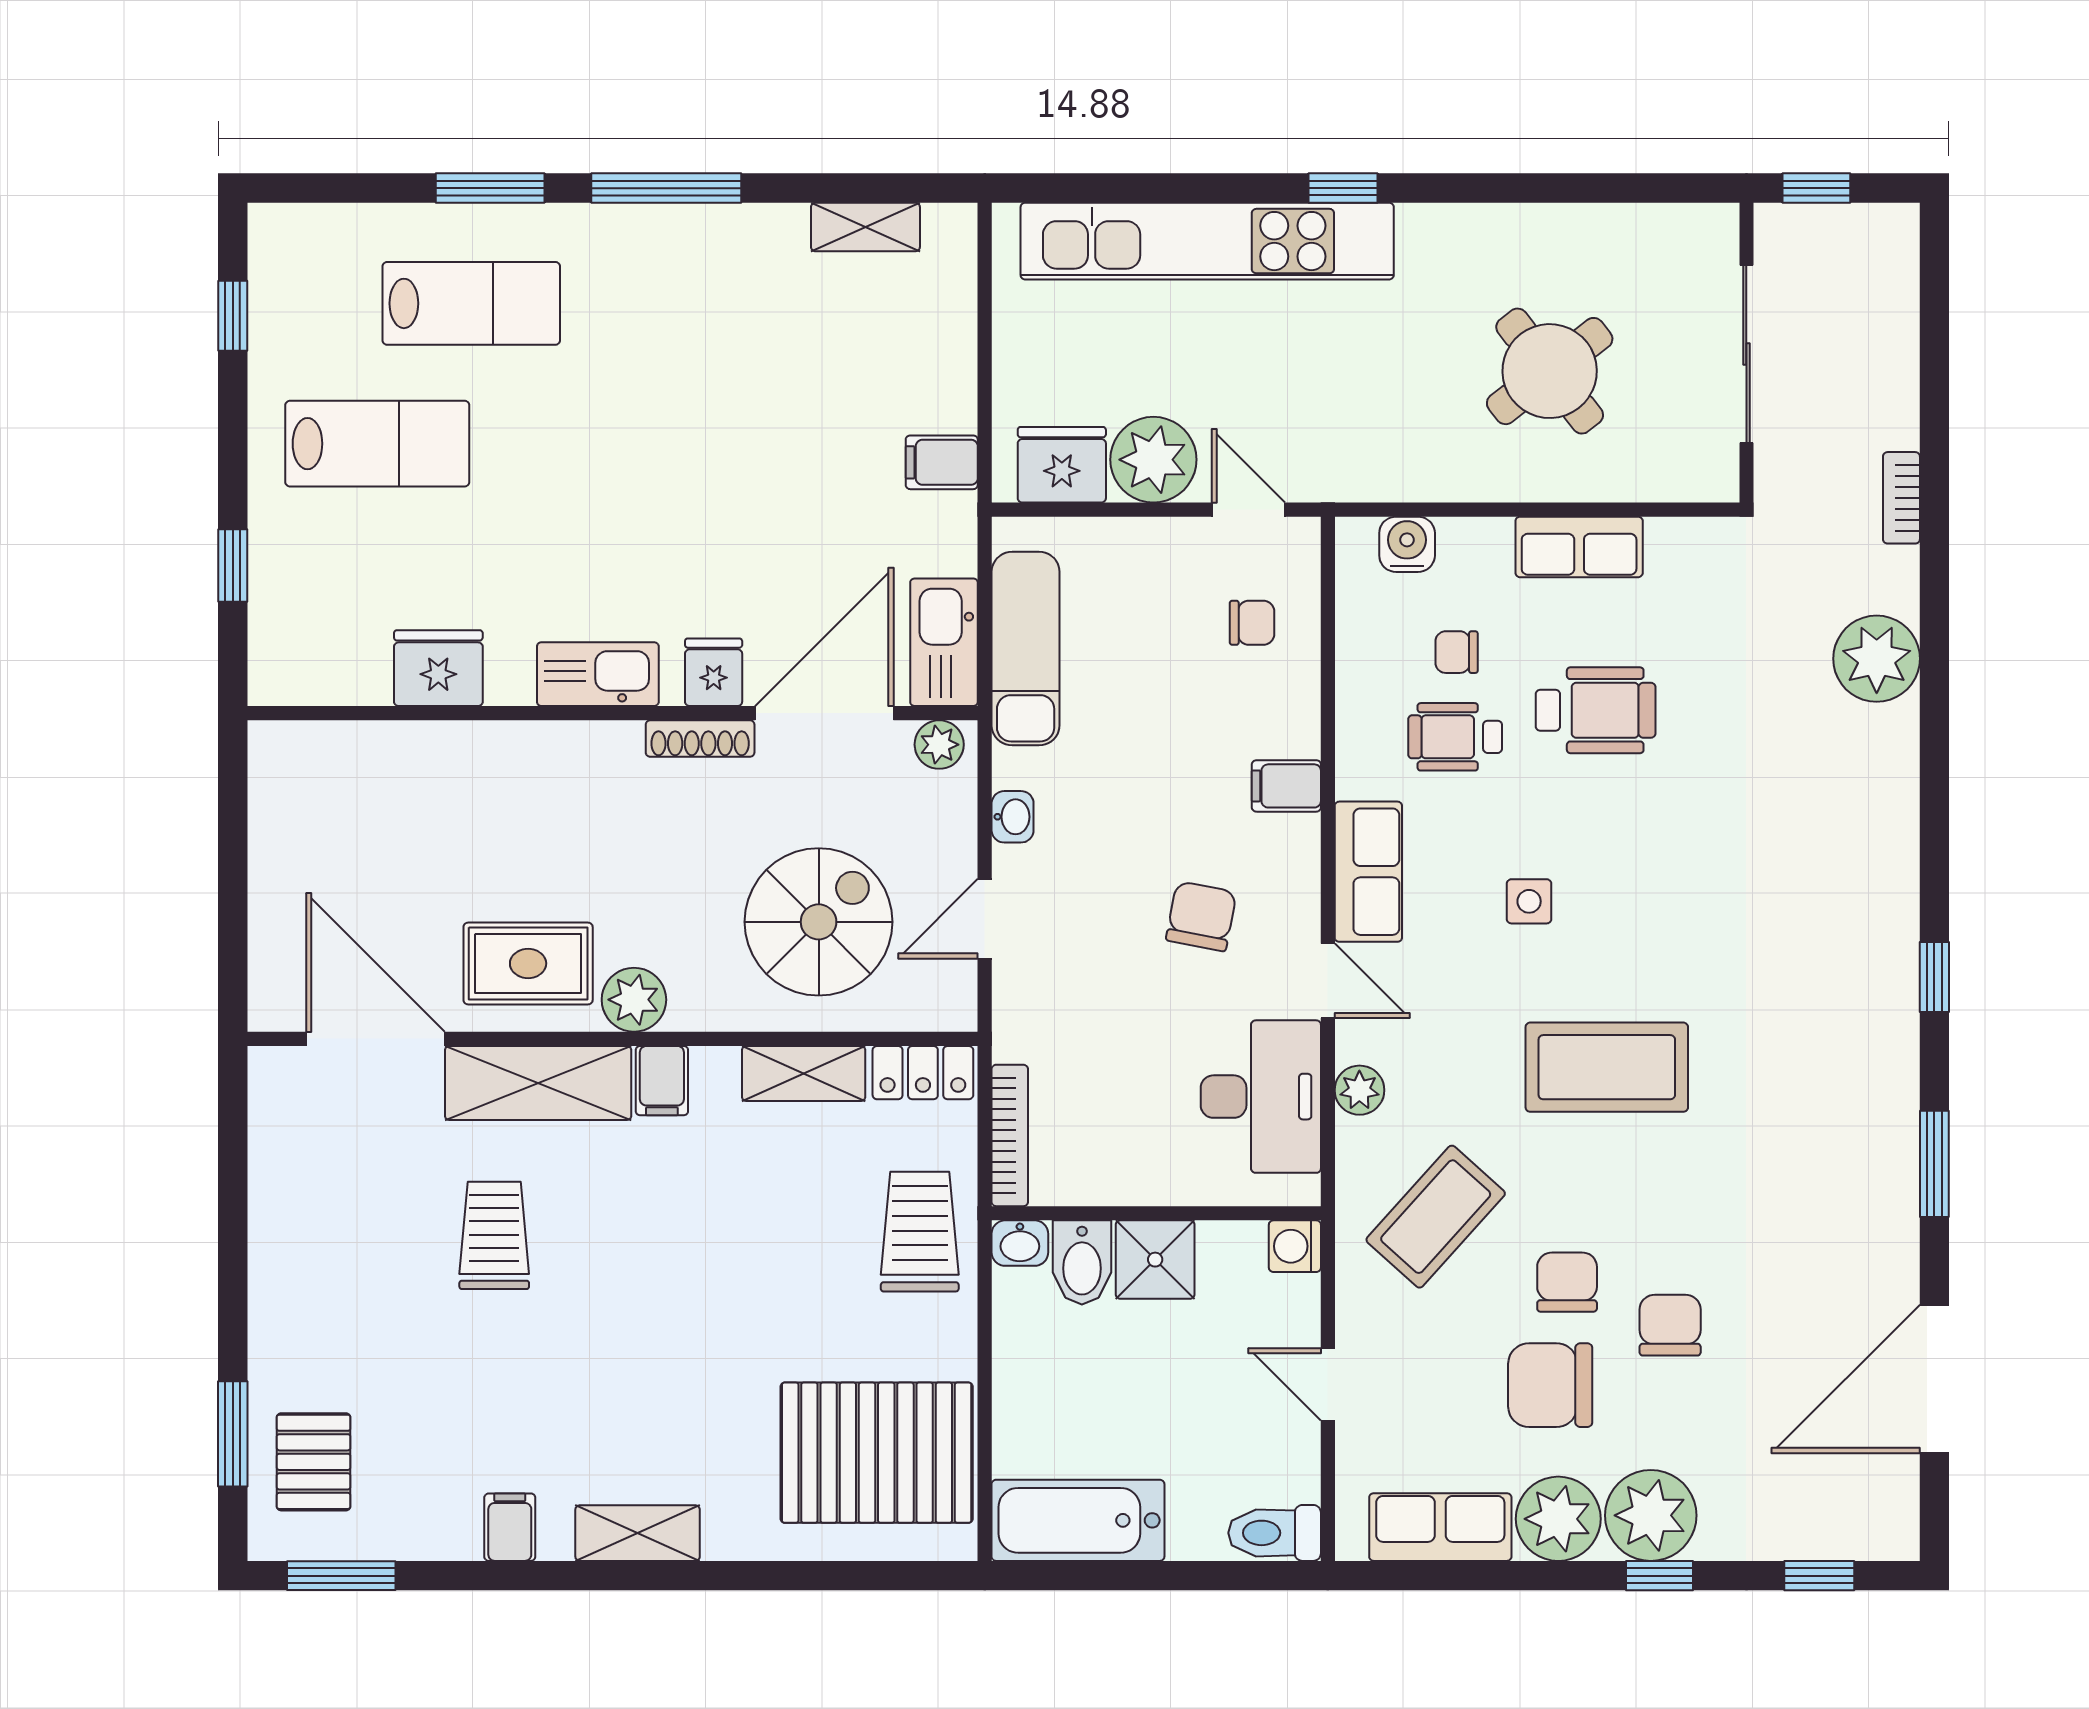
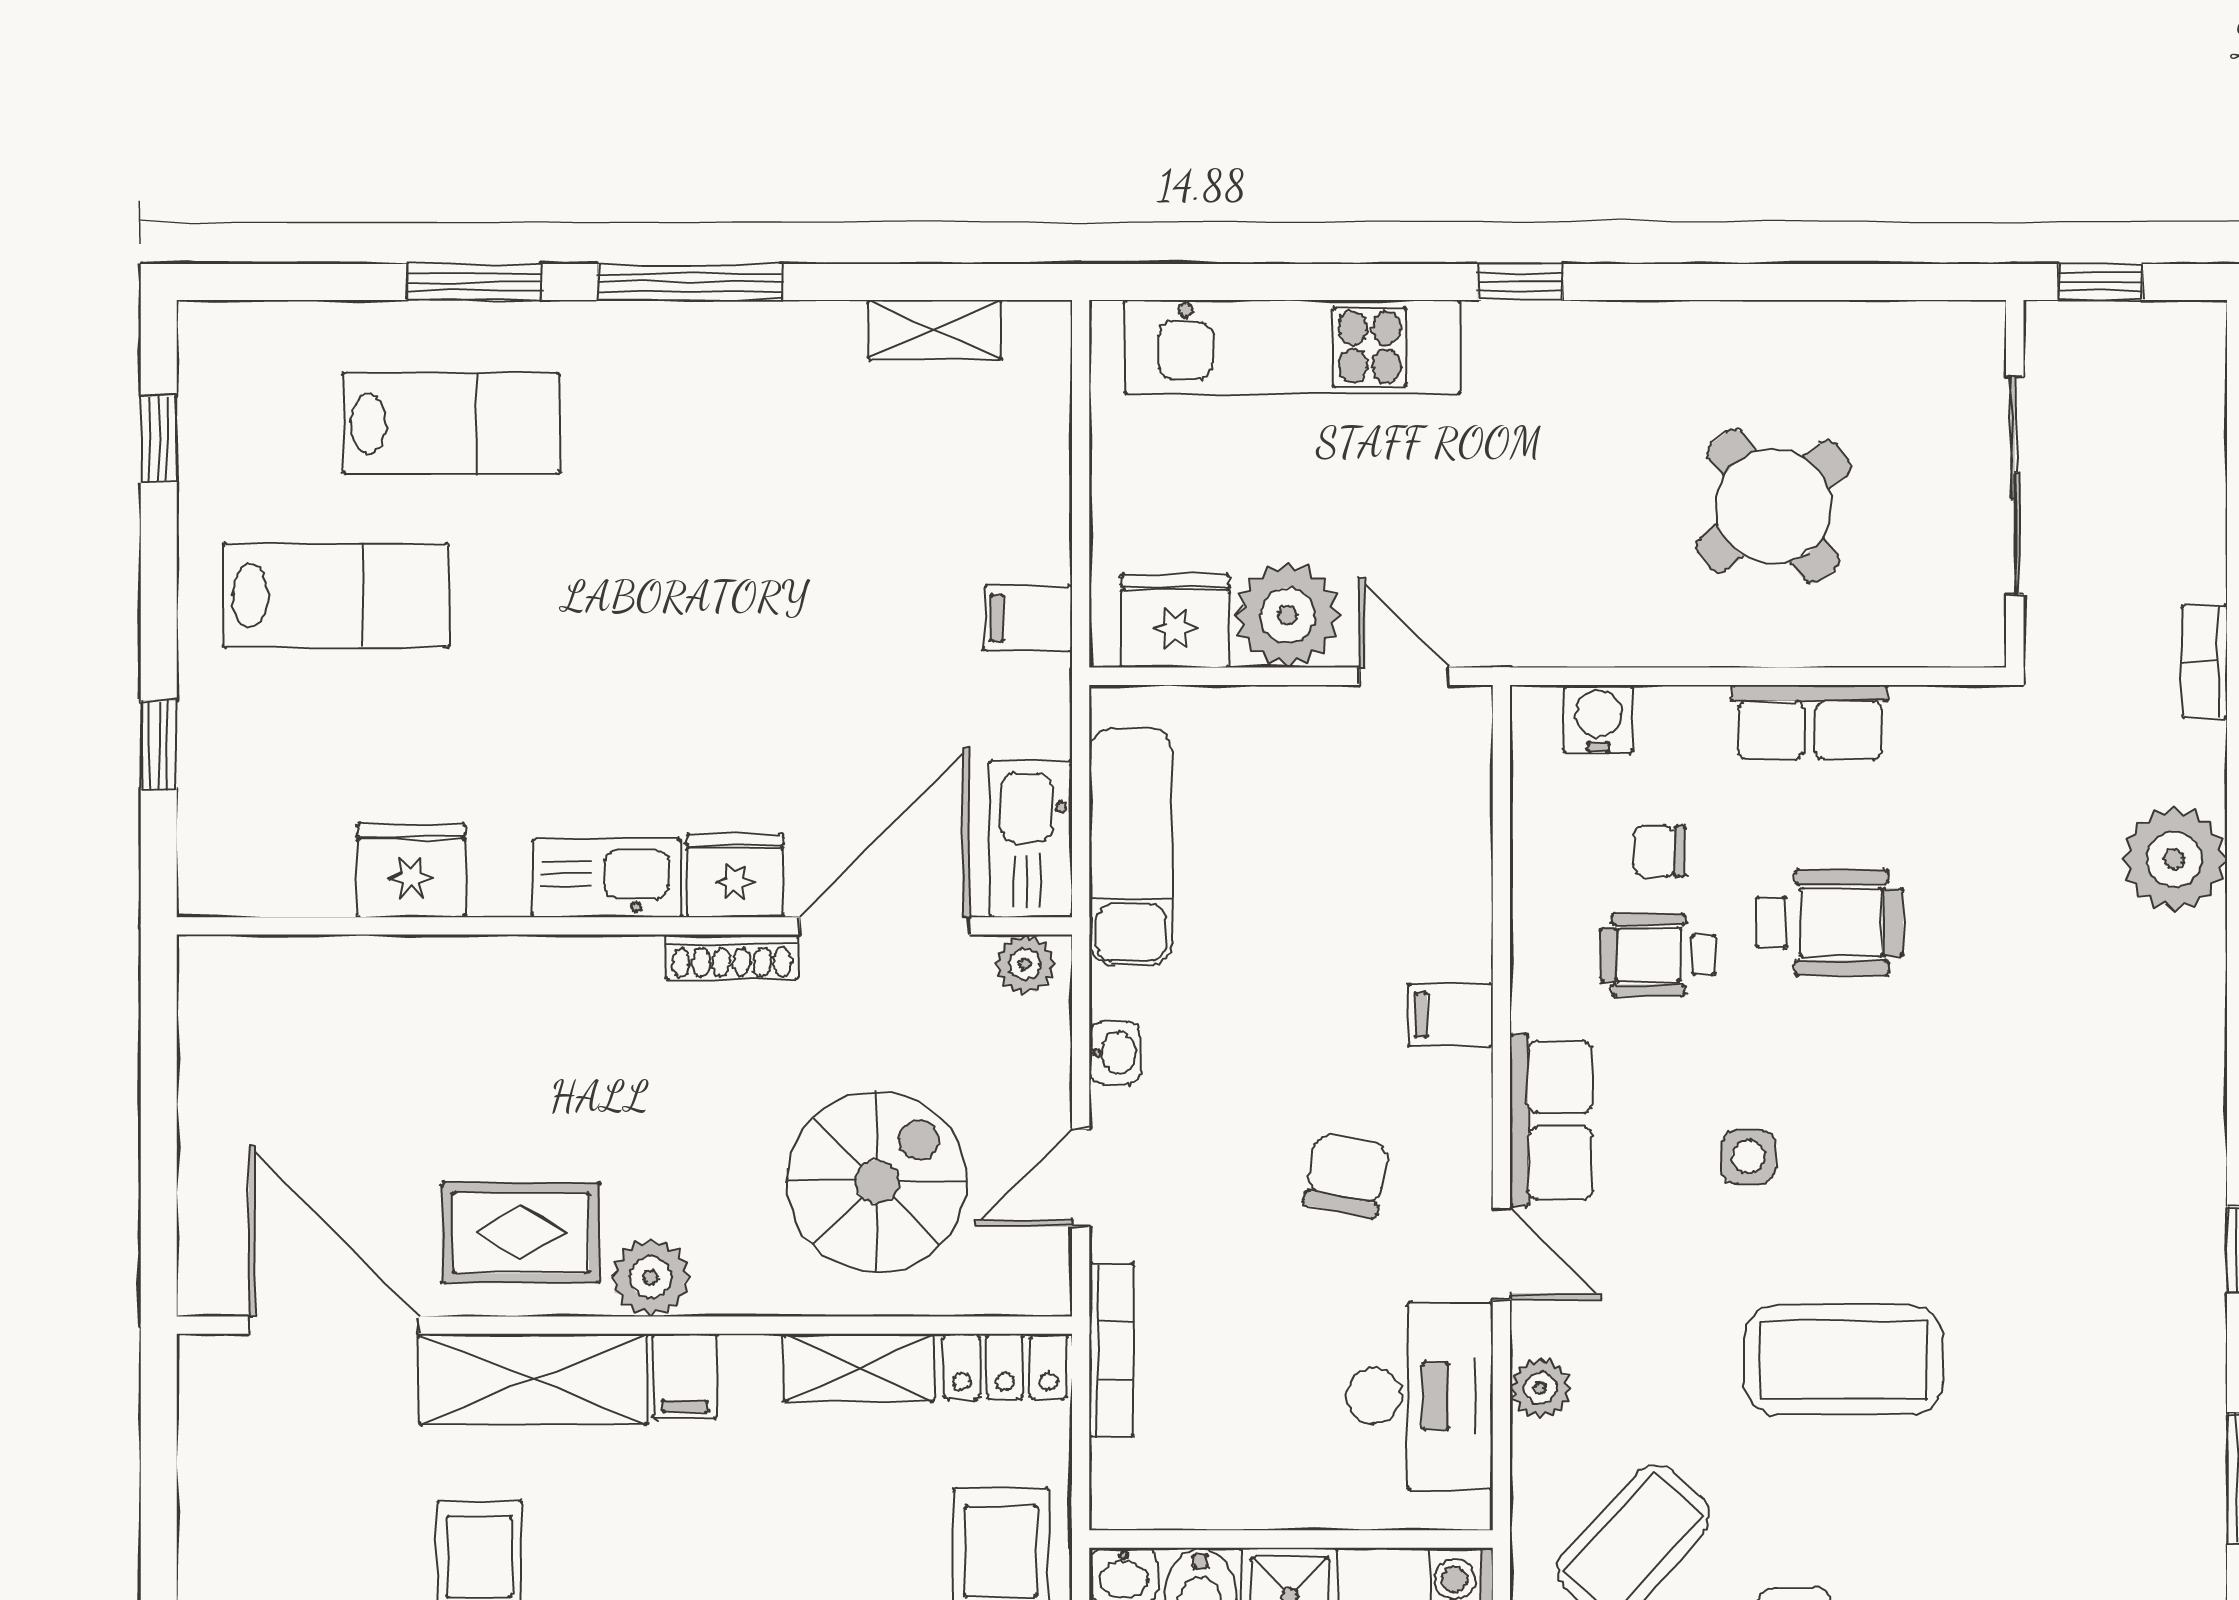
kitchen unit: (1207, 241) -> (1292, 347), width x0.73
chair: (1252, 623) -> (1408, 815), removed
fridge: (714, 672) -> (735, 876), width x1.38
bookcase: (1010, 1135) -> (1111, 1350), moved

